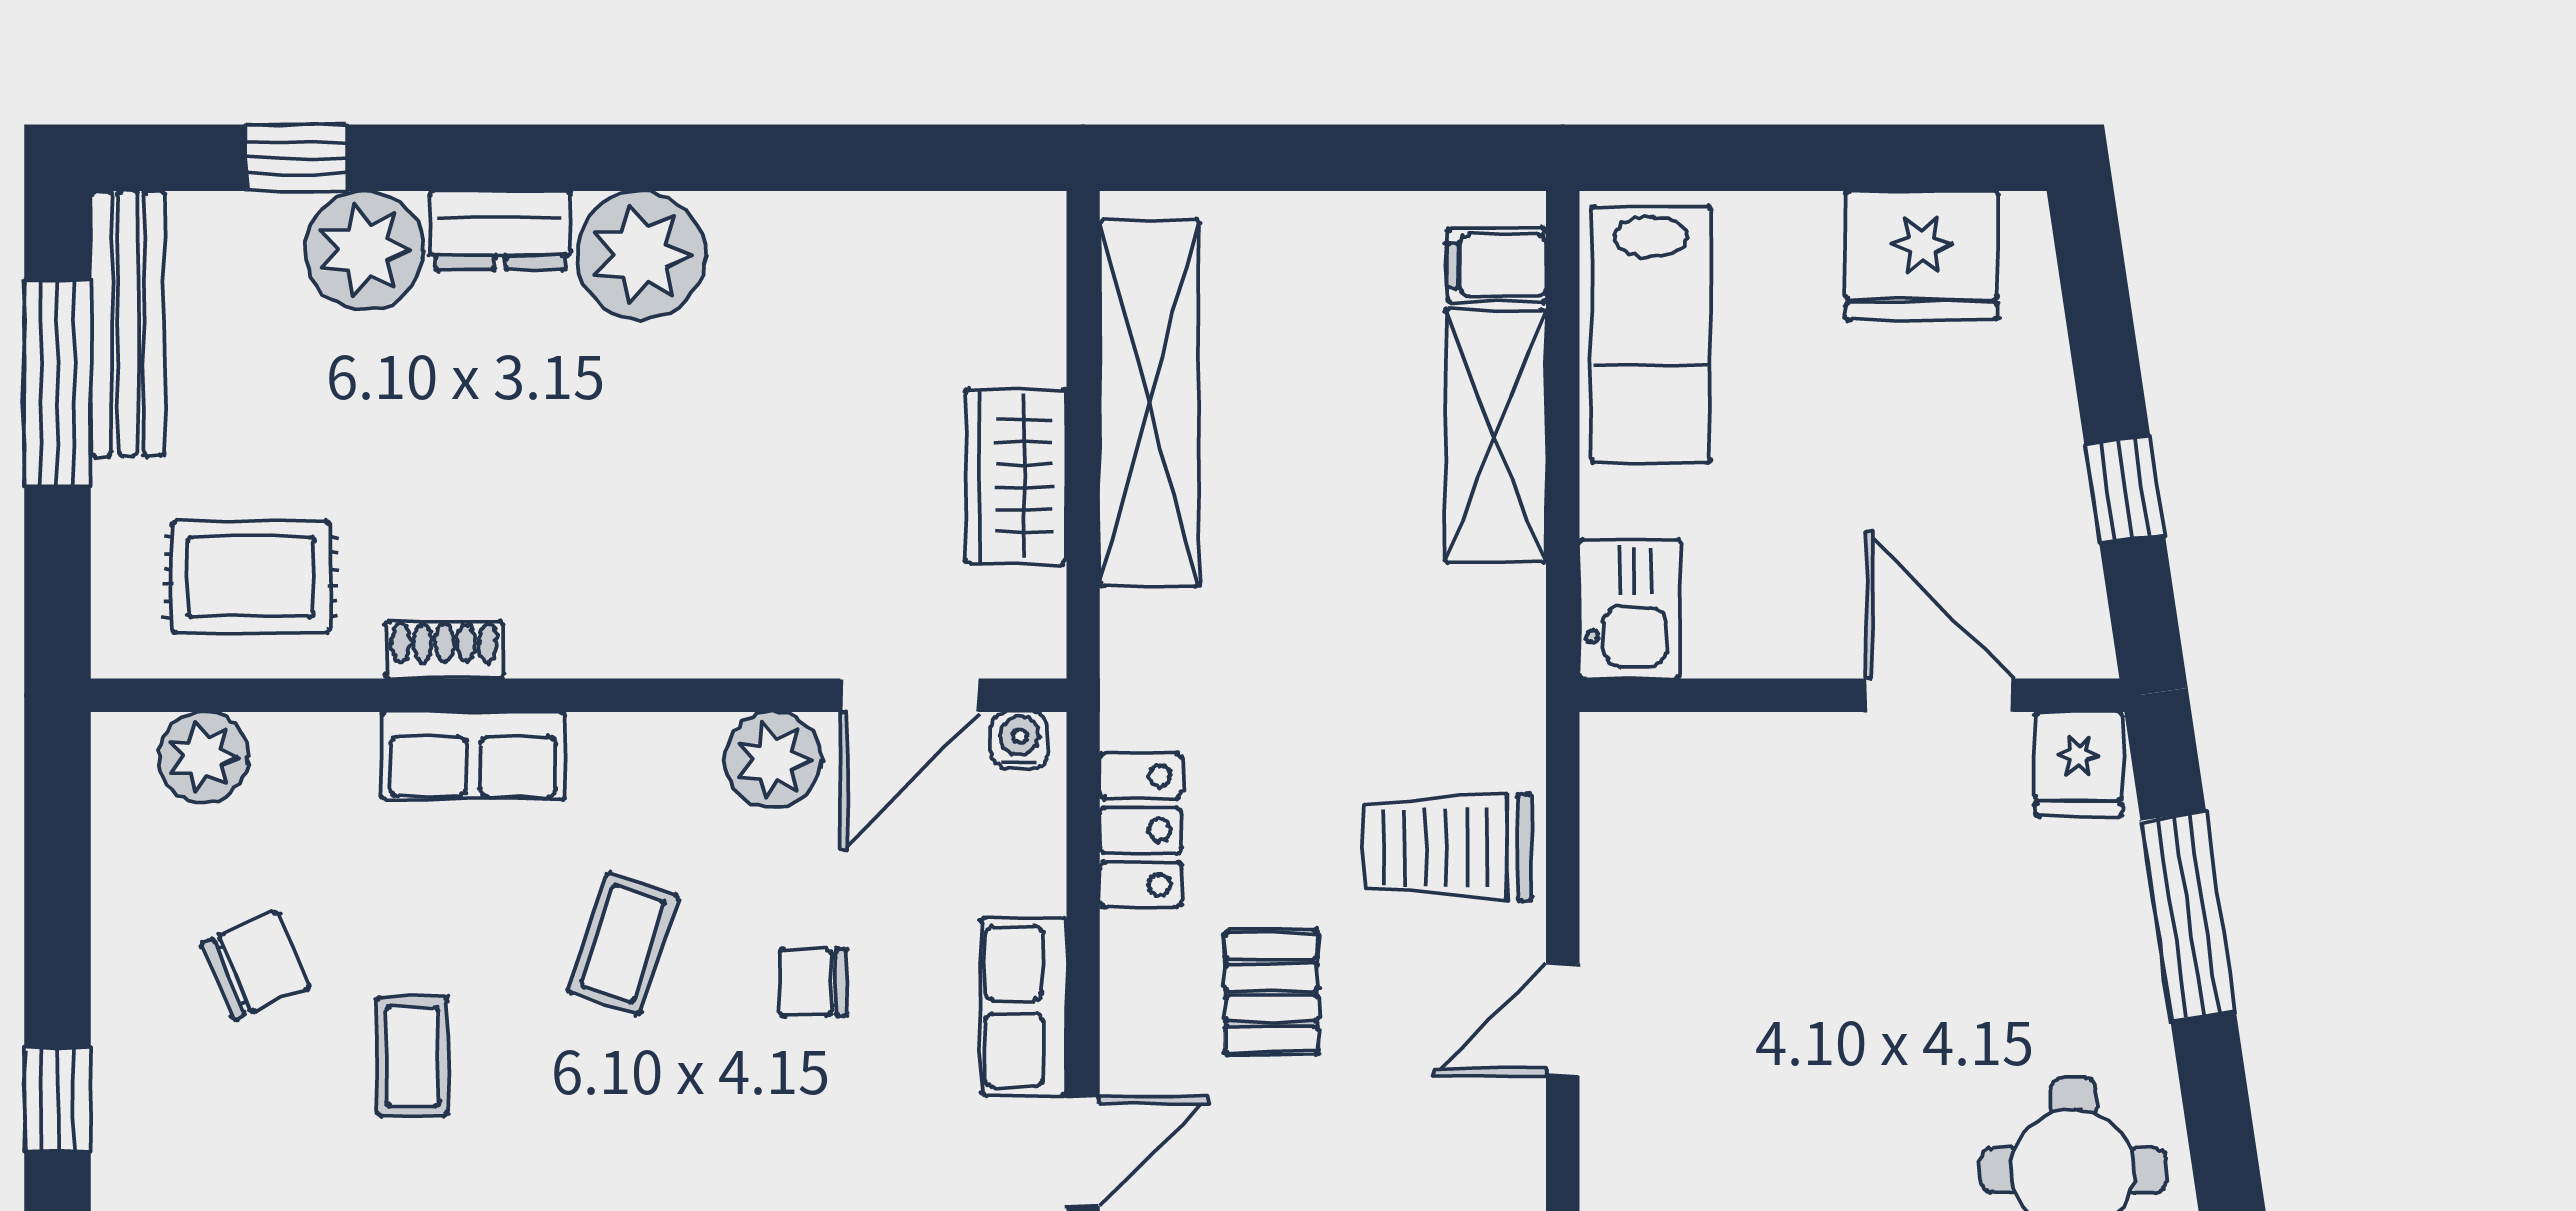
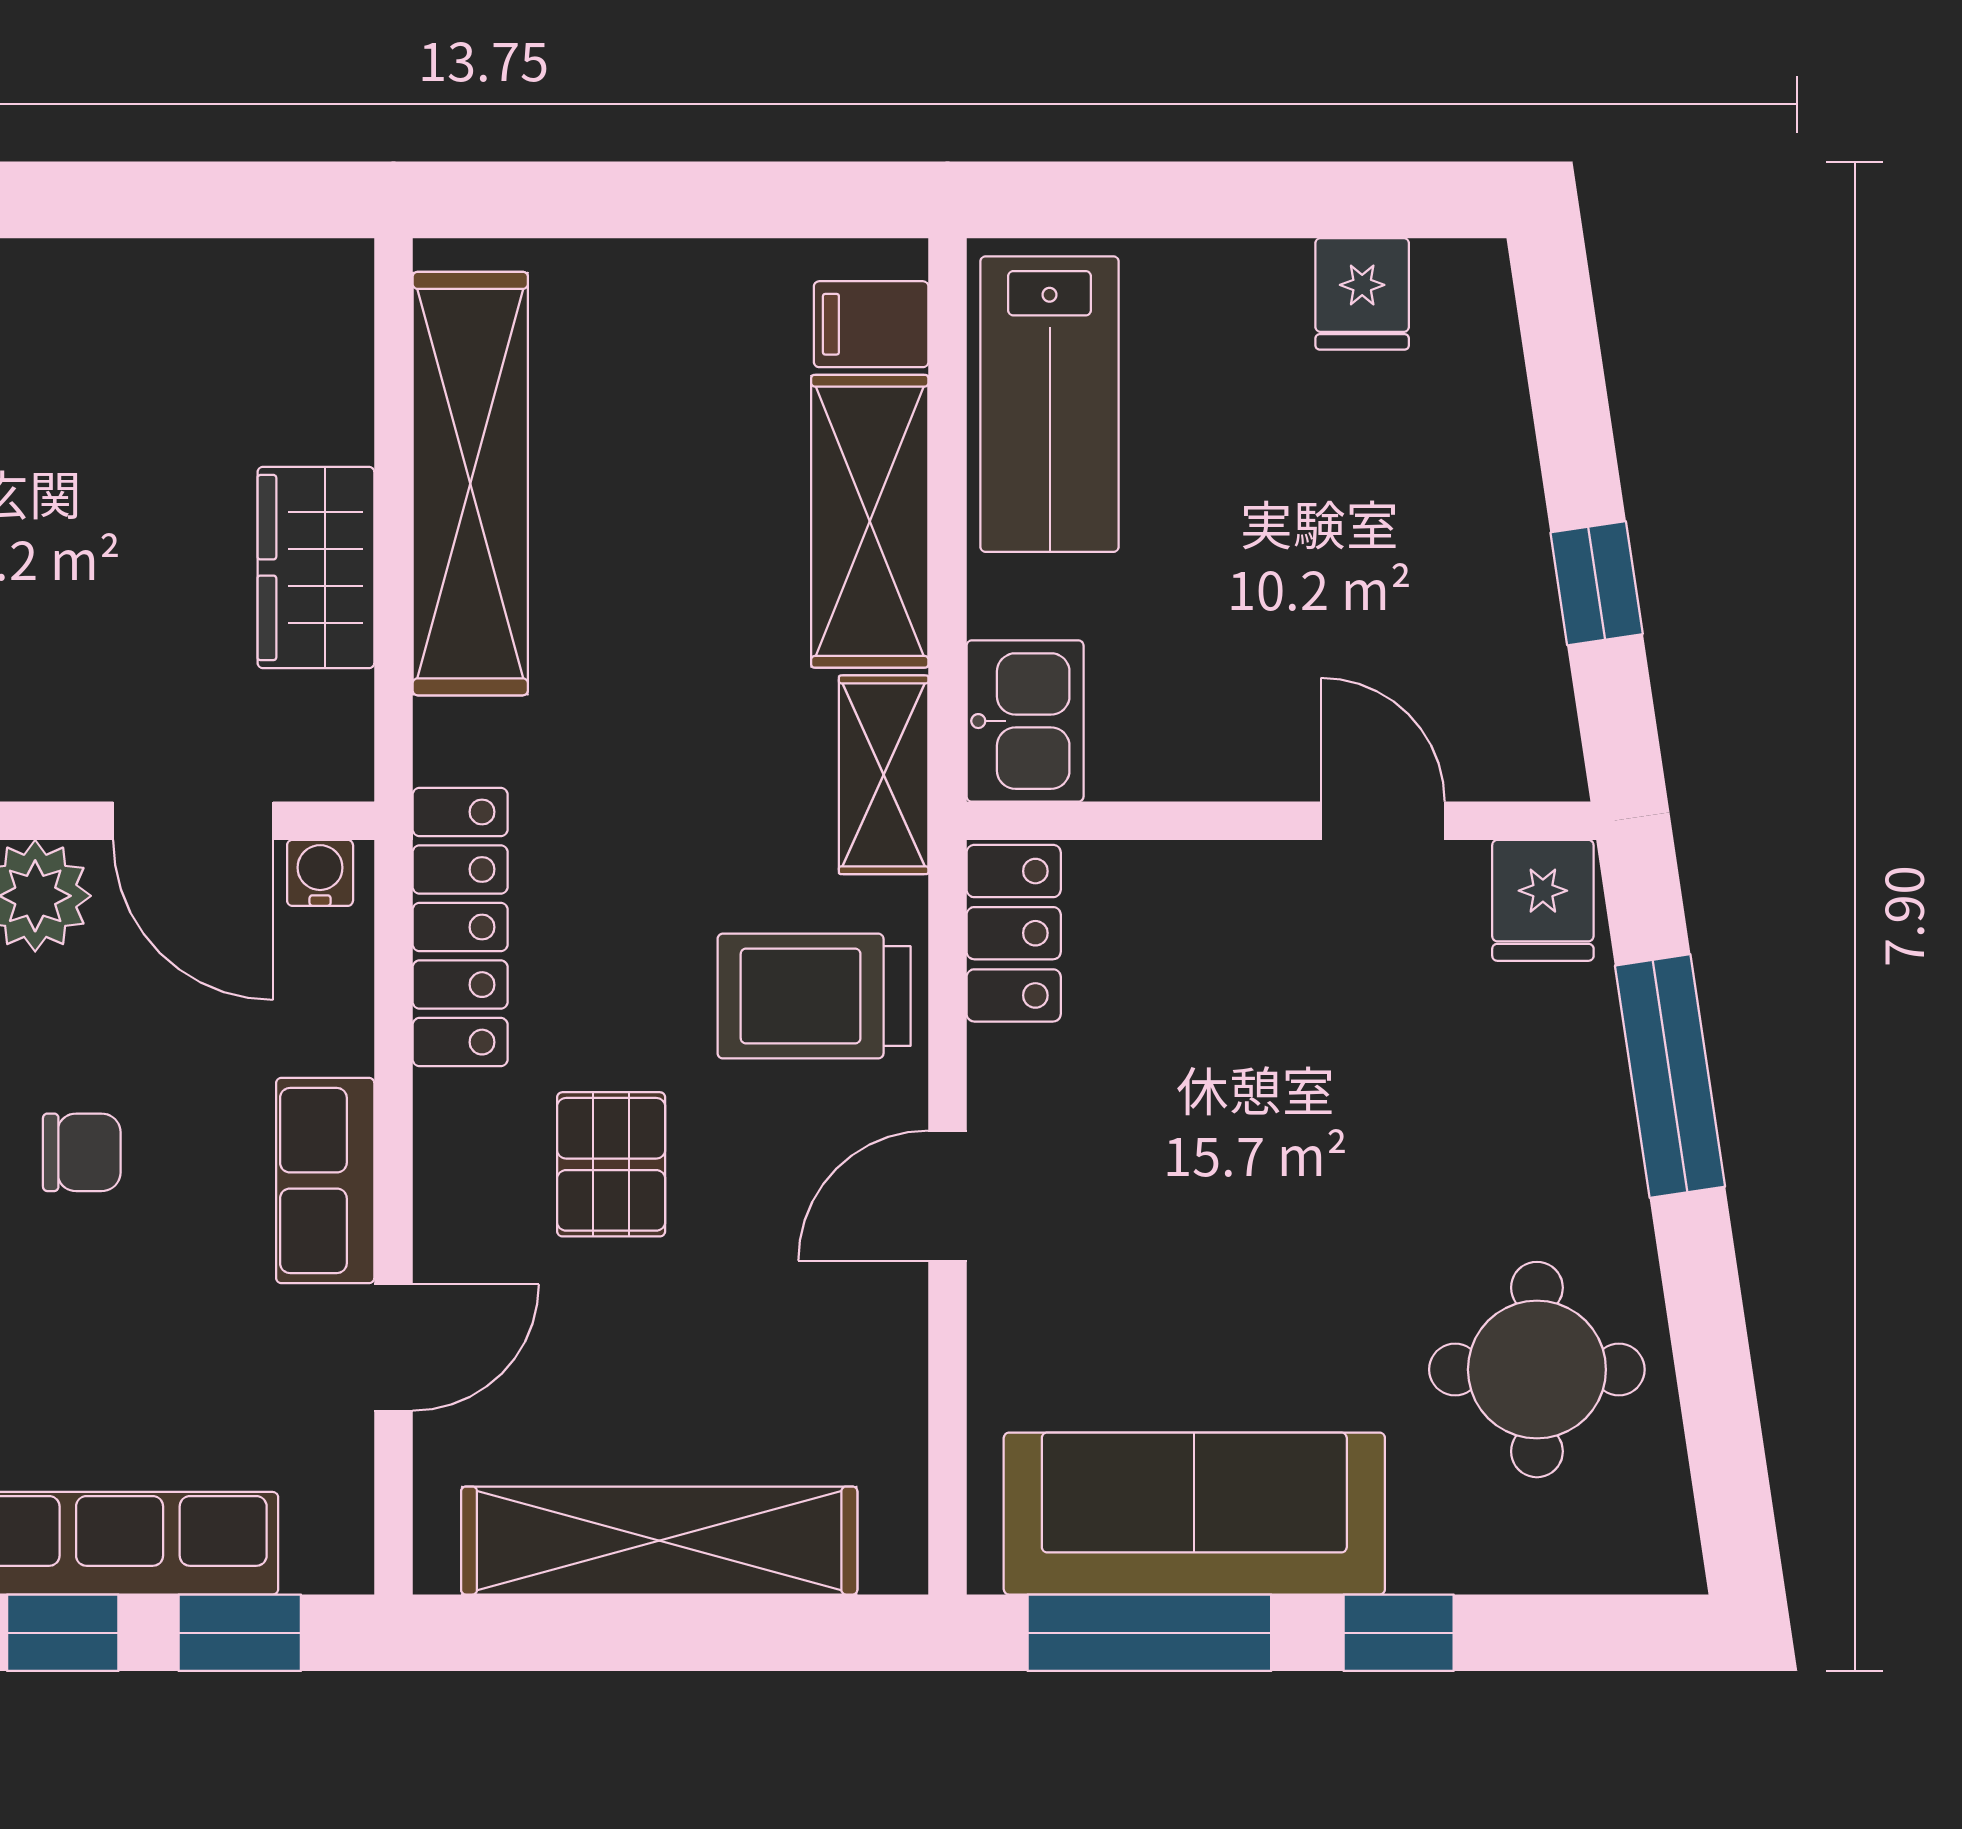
fridge: (1922, 255) -> (1362, 294), width x0.53, depth x0.75
shelving: (1507, 655) -> (884, 775), added
door: (910, 695) -> (193, 821), hinge flipped
door: (1940, 695) -> (1383, 821), width x0.73
locker: (1620, 793) -> (1014, 933), added
locker: (1141, 830) -> (460, 927), width x1.53
chair: (813, 982) -> (82, 1152), turned 180

